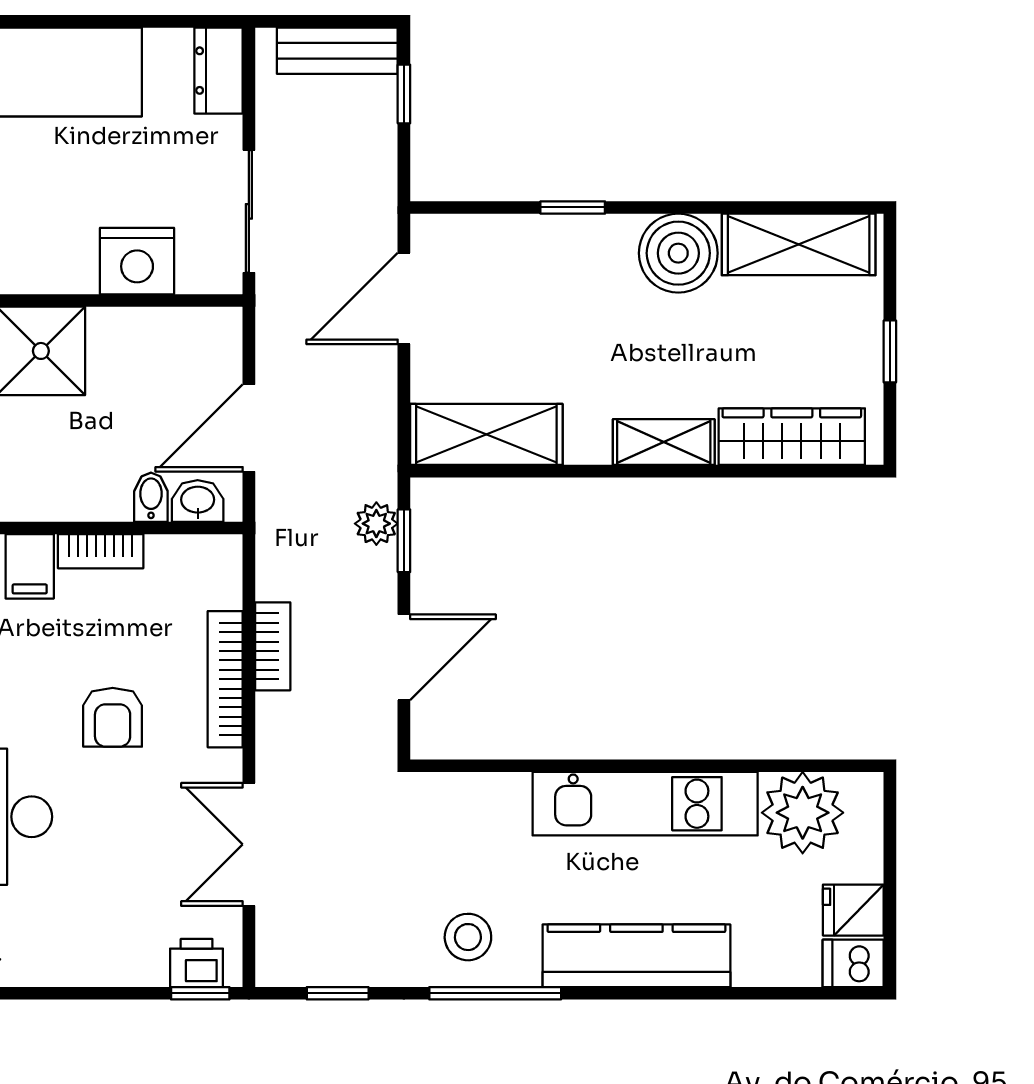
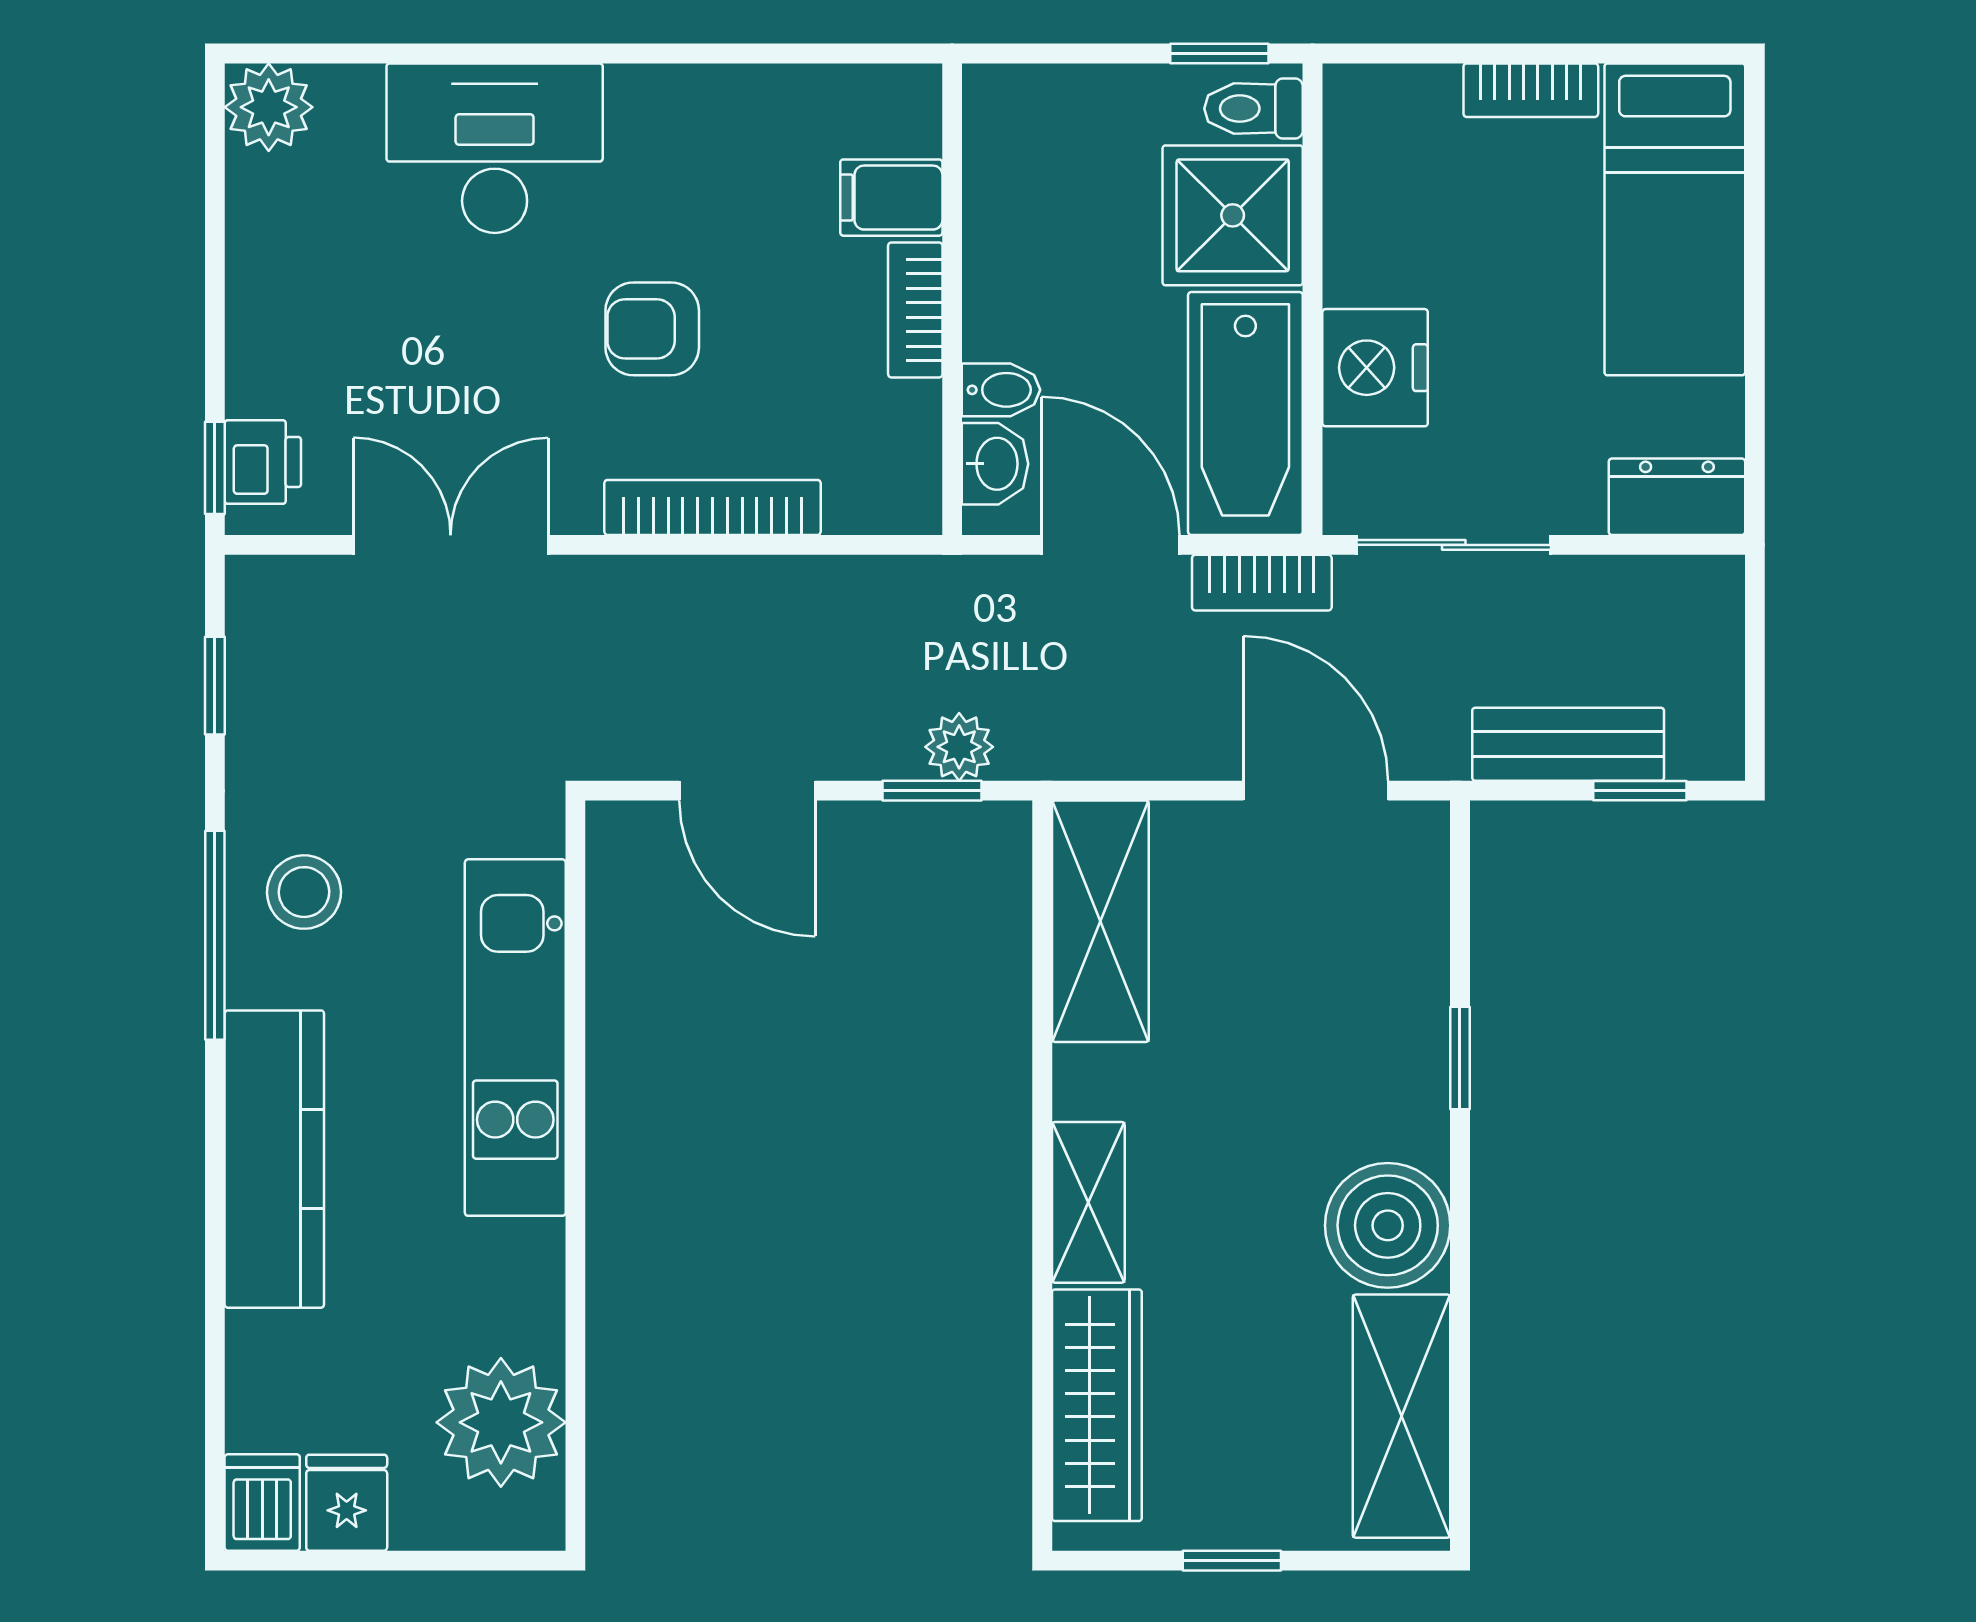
bench: (337, 51) -> (1568, 744), moved, turned 90
bathtub: (166, 343) -> (1245, 414), added
bookcase: (273, 646) -> (1262, 583), moved
kitchen unit: (645, 804) -> (515, 1038), moved

